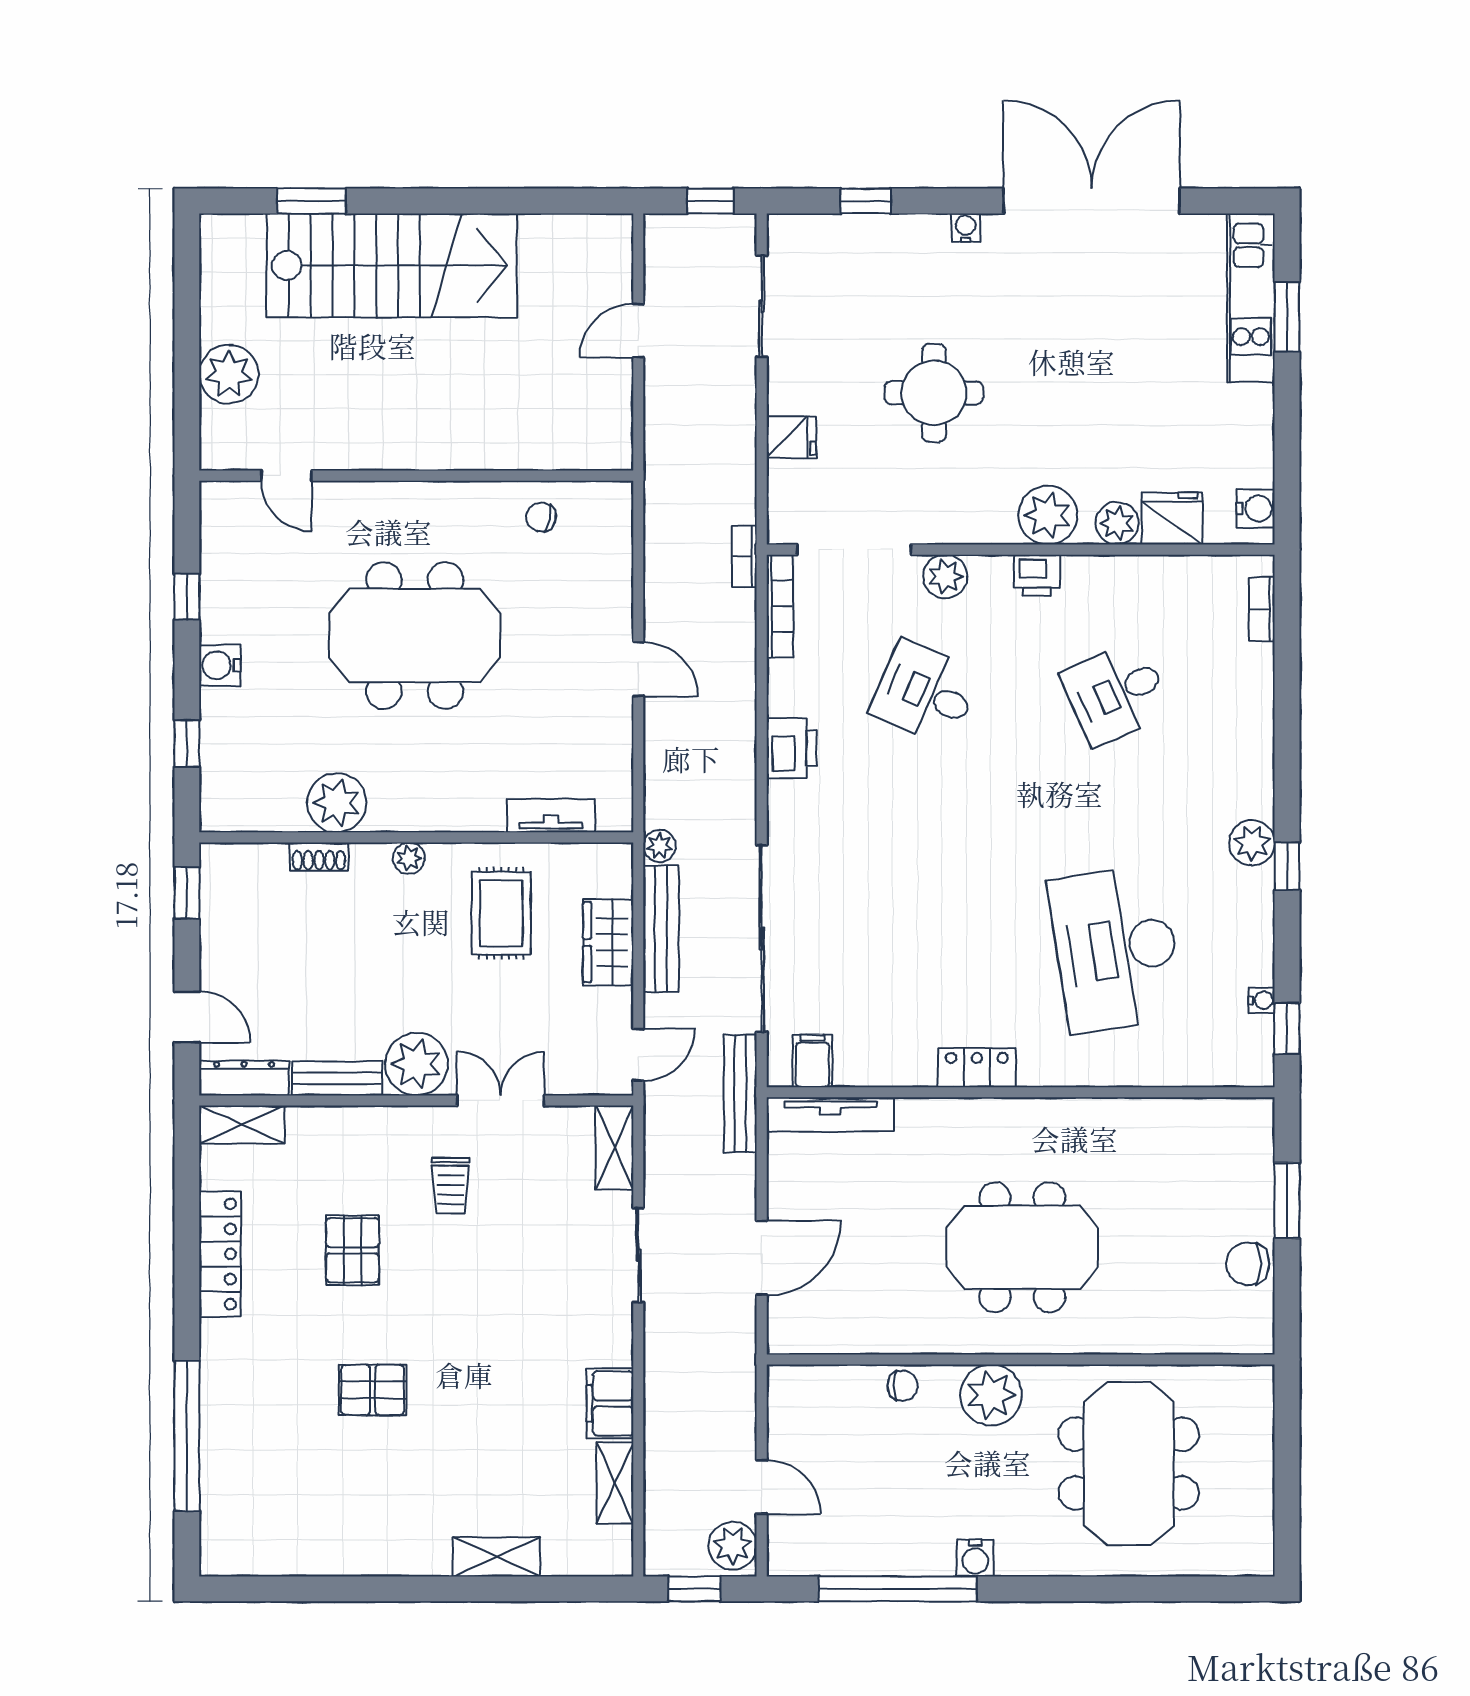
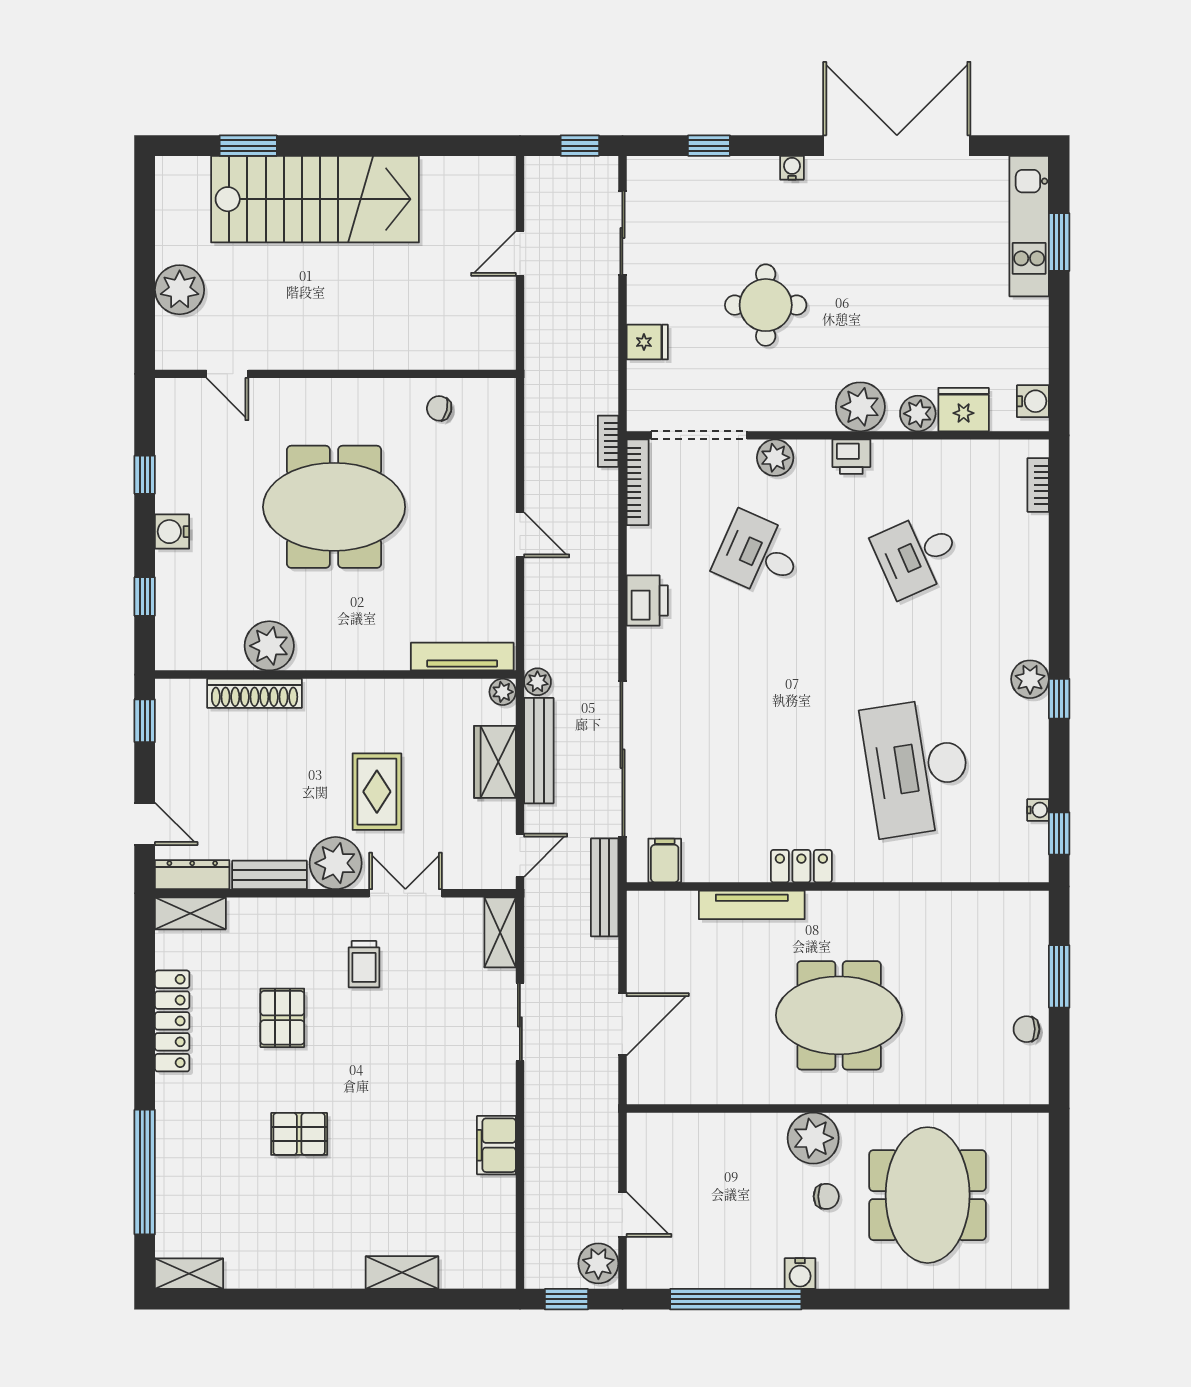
tv unit: (551, 816) -> (462, 657), width x1.41
shoe rack: (319, 857) -> (255, 693), width x1.94, depth x1.24
plant: (409, 858) -> (503, 692), moved
rug: (501, 913) -> (377, 792), moved
tv unit: (830, 1114) -> (752, 905), moved
chair: (1248, 1264) -> (1027, 1029), width x0.73, depth x0.73
chair: (903, 1386) -> (826, 1196), moved
shelving: (615, 1483) -> (189, 1274), moved, turned 90

